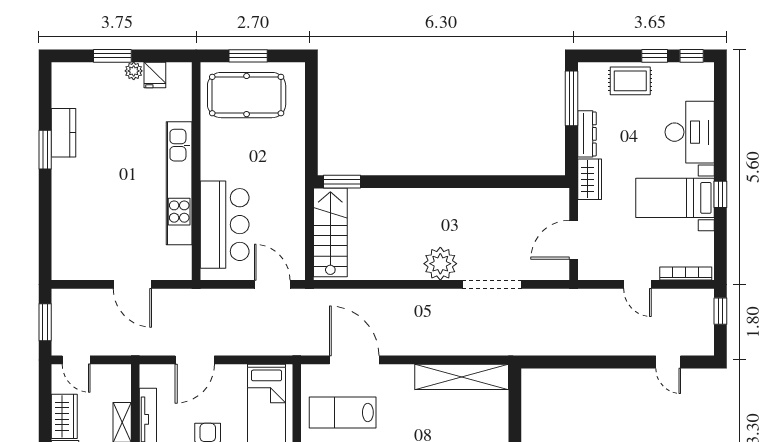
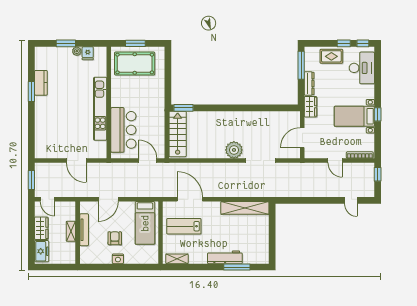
desk: (690, 132) -> (362, 68), moved

